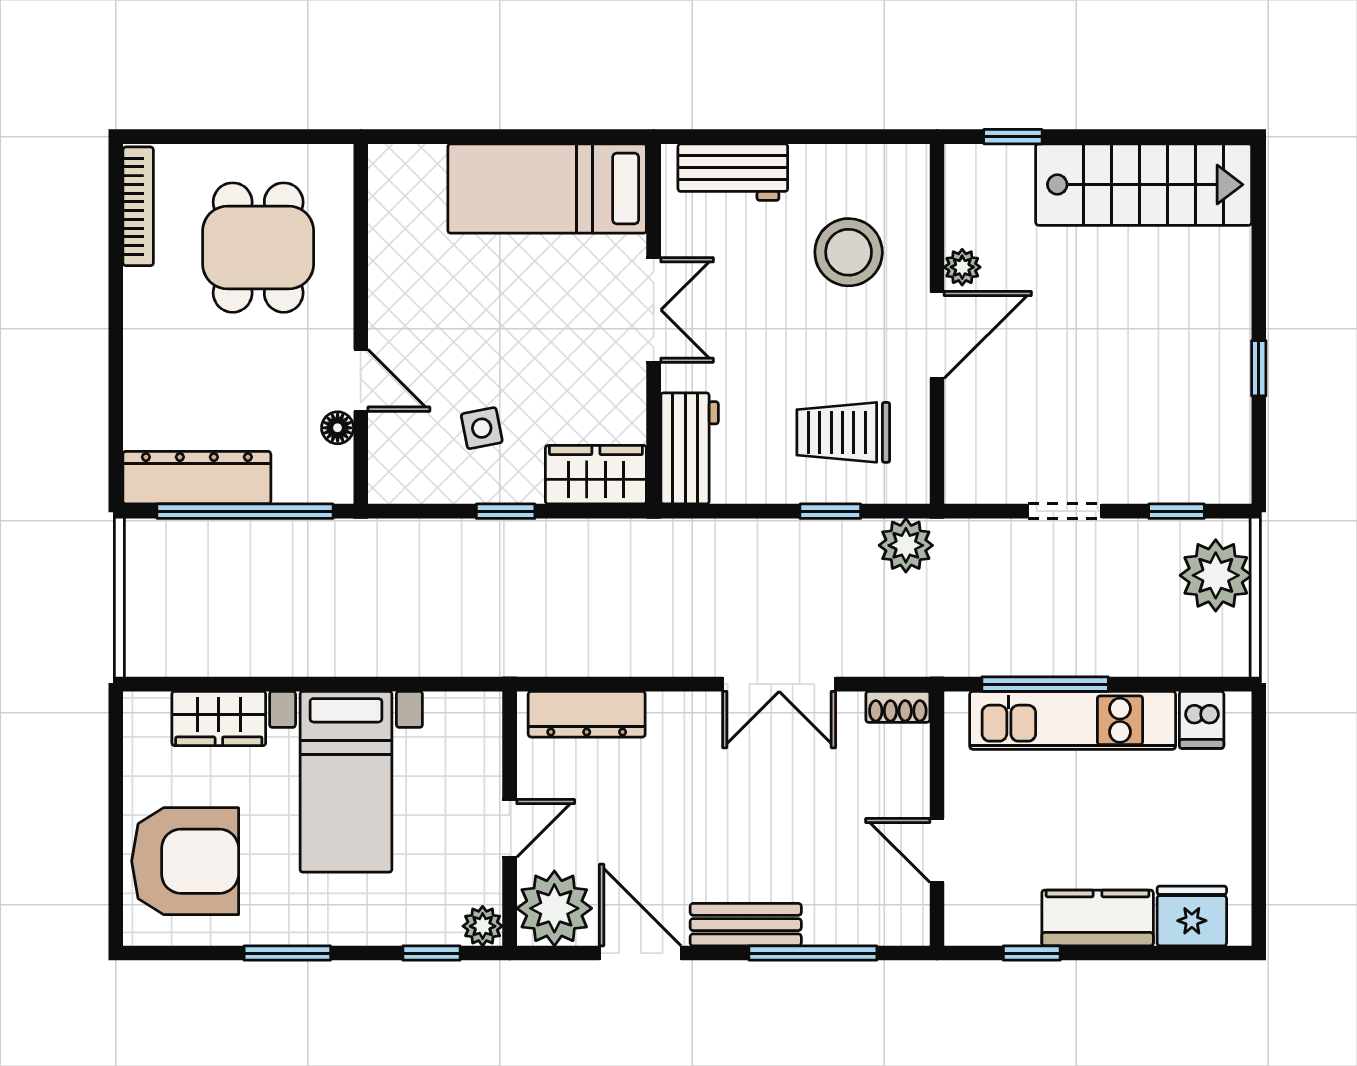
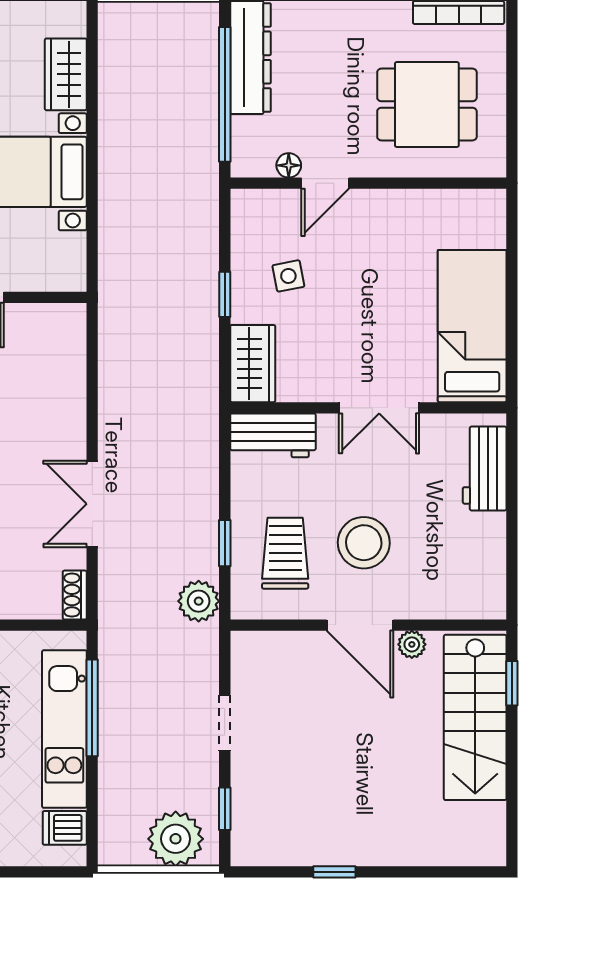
stairs: (1144, 185) -> (475, 717), moved
stool: (849, 252) -> (364, 543), moved
dresser: (587, 714) -> (69, 356), removed

